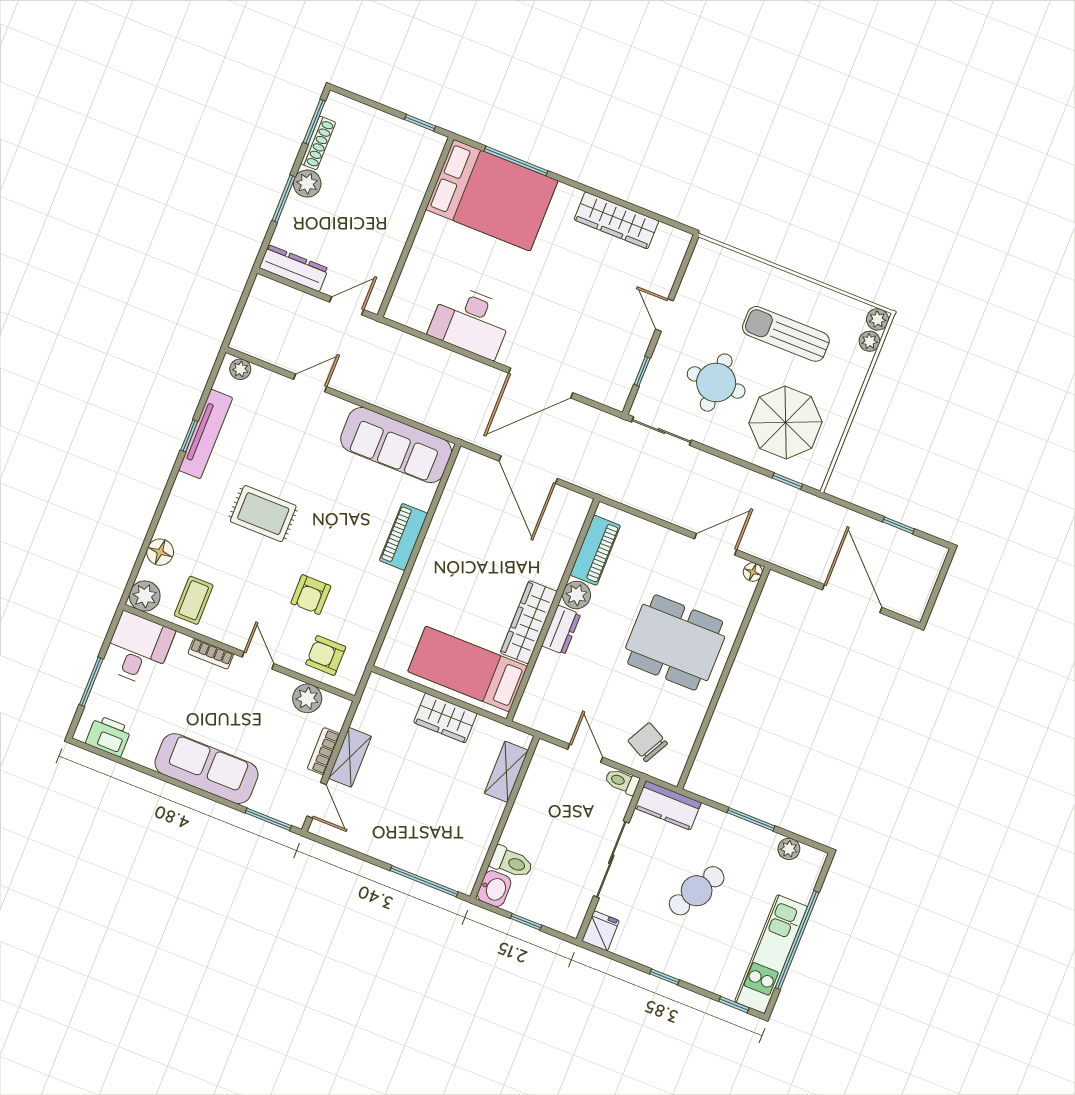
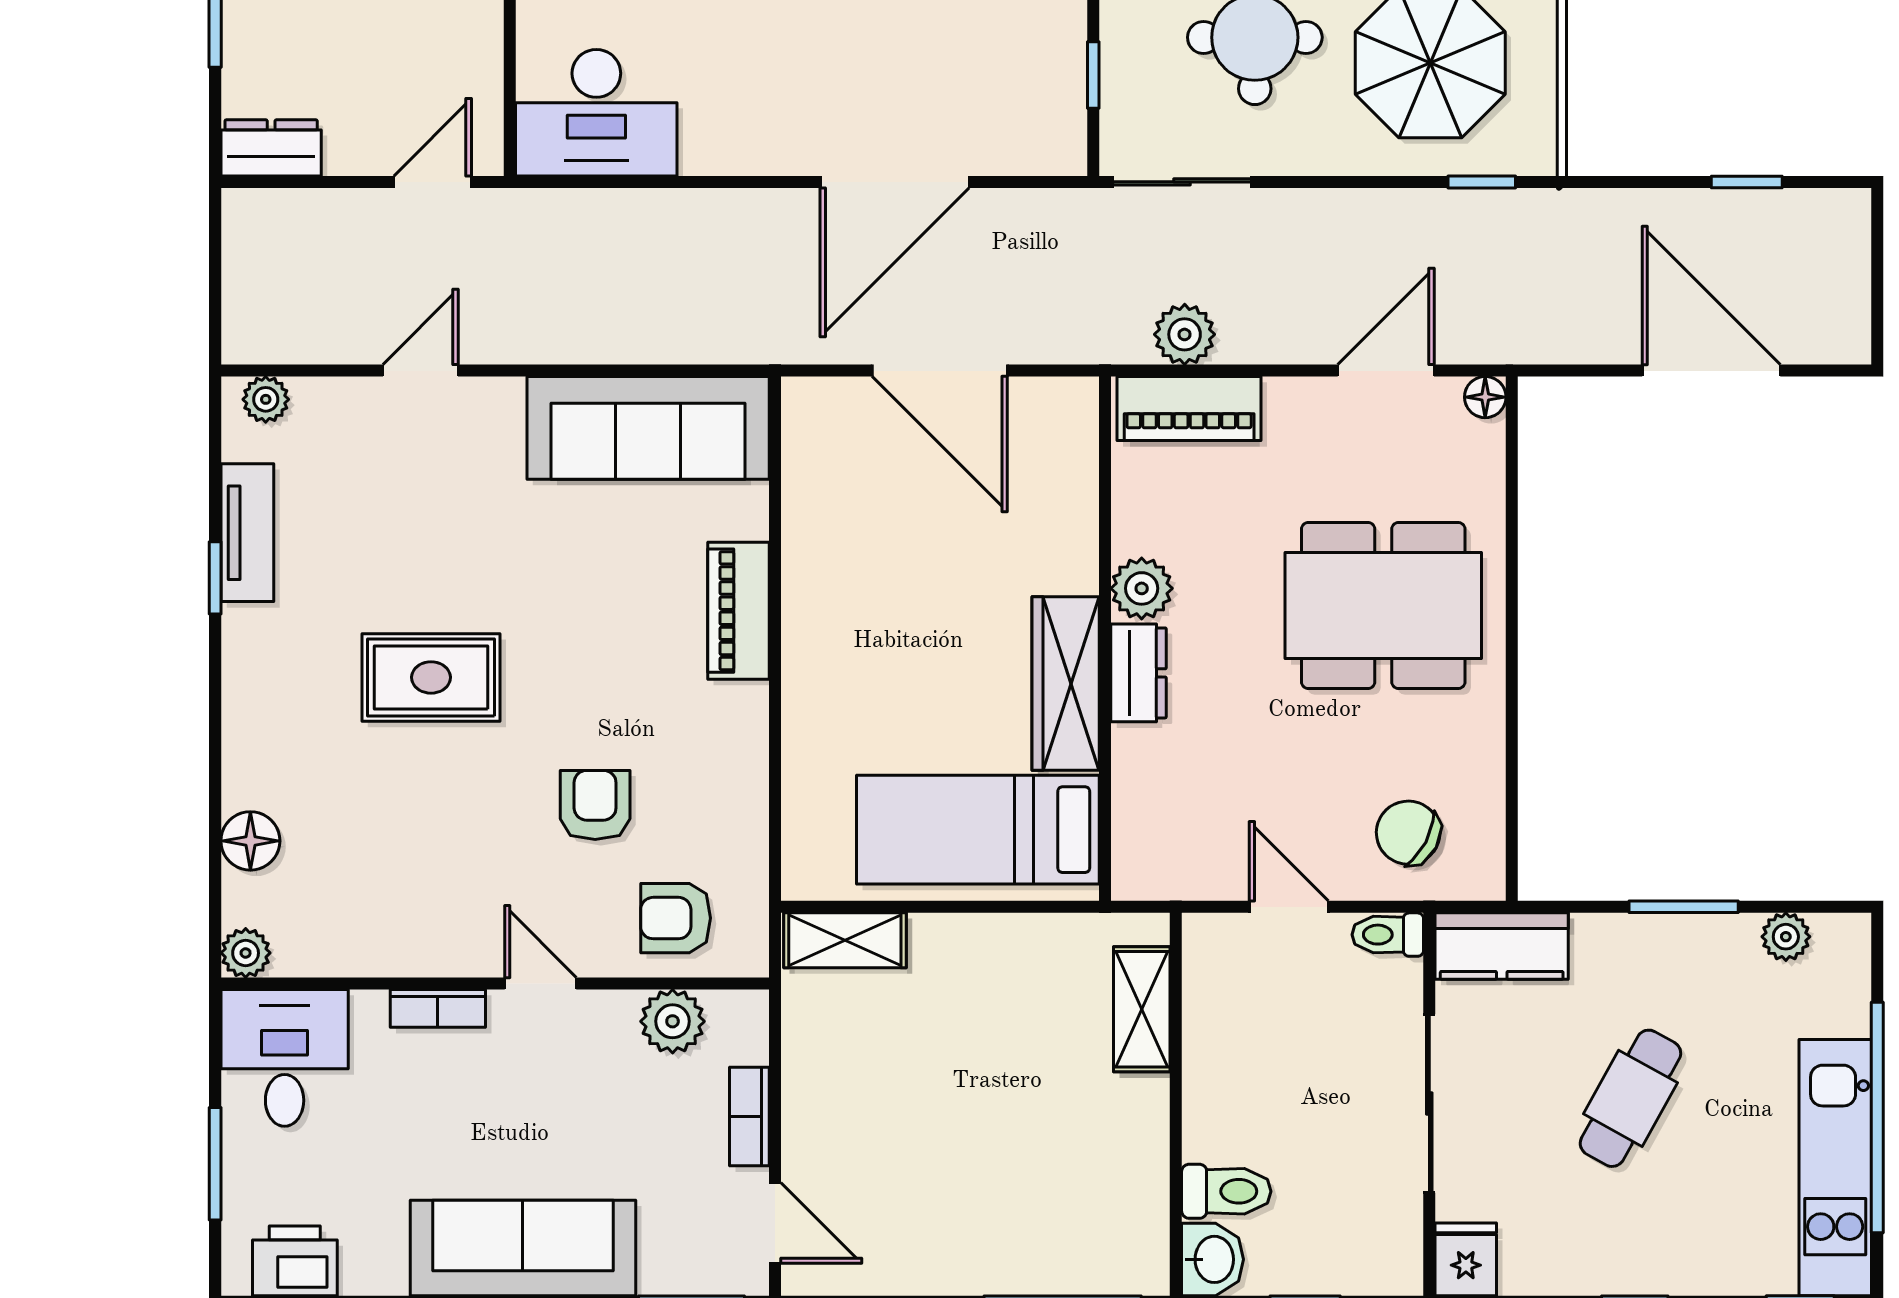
dresser: (294, 268) -> (271, 148), width x0.70
desk: (471, 321) -> (596, 113), moved
tv unit: (206, 434) -> (247, 533), width x0.71
plant: (637, 495) -> (1185, 334), added
piano: (595, 550) -> (1189, 409), moved, turned 90
armchair: (311, 595) -> (595, 805), turned 180
plant: (145, 596) -> (246, 953), width x0.73, depth x0.73
coffee table: (194, 600) -> (359, 912), removed
wardrobe: (445, 718) -> (973, 949), removed
shelving: (350, 757) -> (845, 940), moved, turned 90

